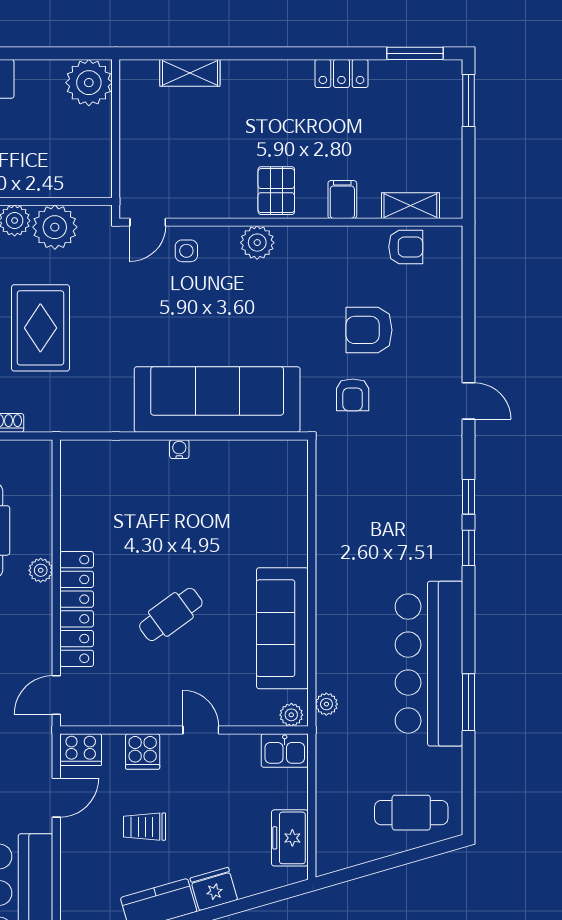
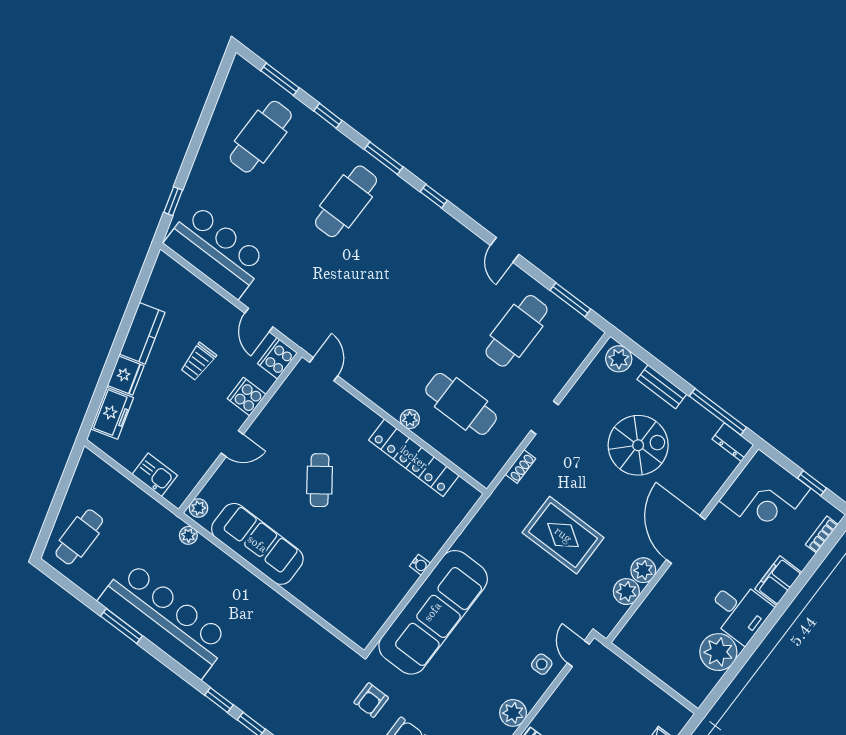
plant: (89, 83) -> (718, 652), moved
plant: (55, 227) -> (626, 592), width x0.73, depth x0.73
armchair: (353, 395) -> (371, 700), turned -90
locker: (77, 609) -> (414, 458), moved
kitchen sink: (285, 750) -> (155, 475), moved, turned 90
trolley: (145, 827) -> (198, 362), turned 180
freezer: (290, 838) -> (112, 413), moved, turned 74

